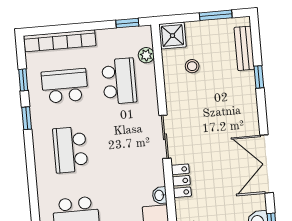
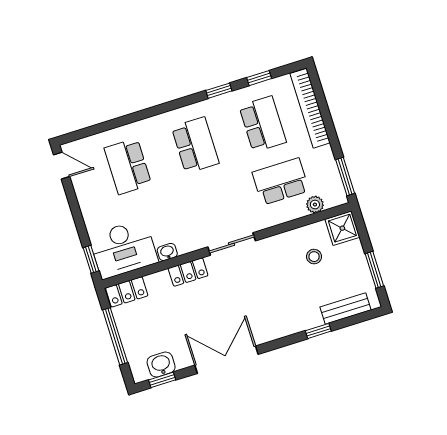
window: (127, 23) -> (345, 177), width x1.50
school desk: (119, 81) -> (281, 182), turned 180
school desk: (70, 150) -> (195, 145), turned 90

